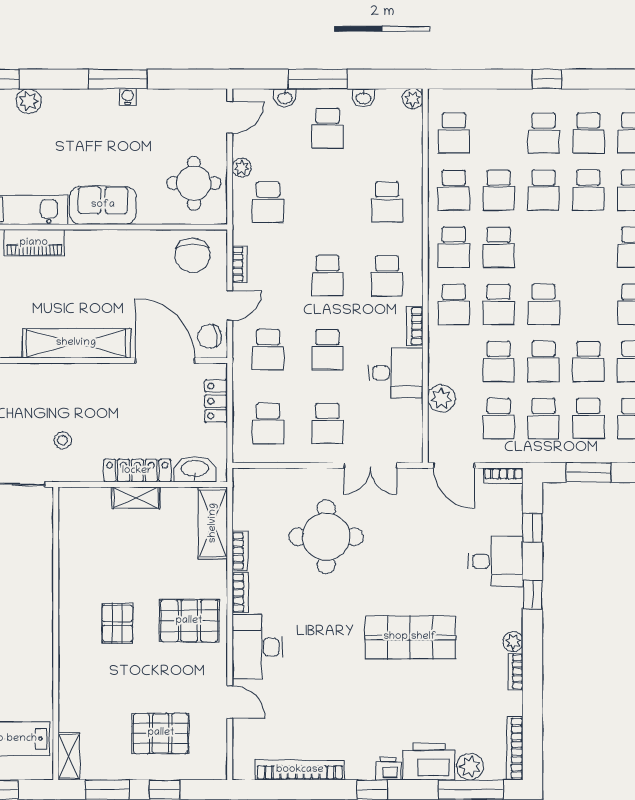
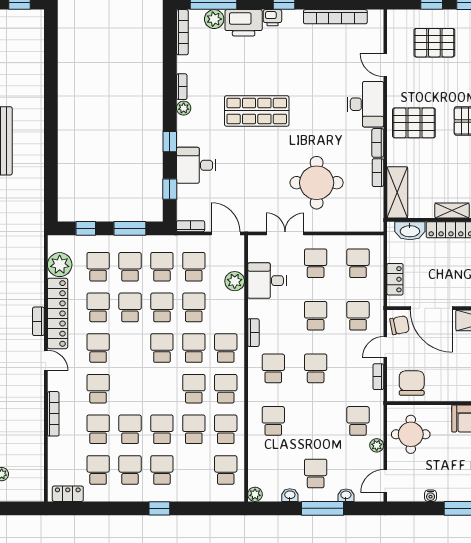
water cooler: (128, 97) -> (431, 496), moved
desk: (396, 373) -> (267, 281), moved

